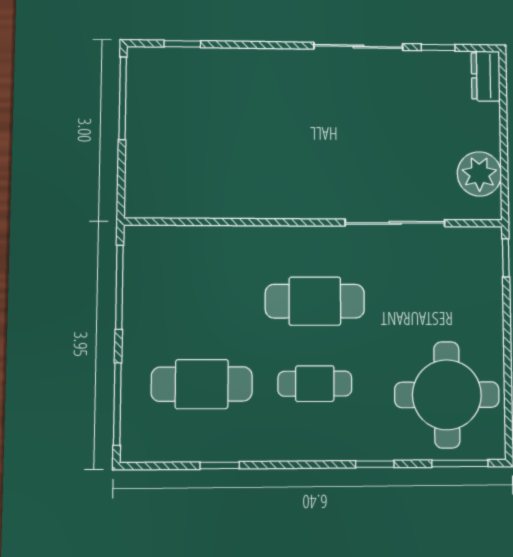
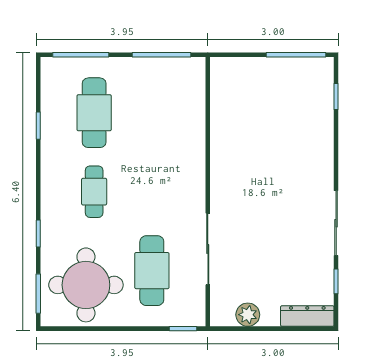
dresser: (486, 76) -> (307, 316), width x1.44
plant: (479, 174) -> (248, 315), width x0.73, depth x0.73
cafe table: (315, 301) -> (152, 271), moved

